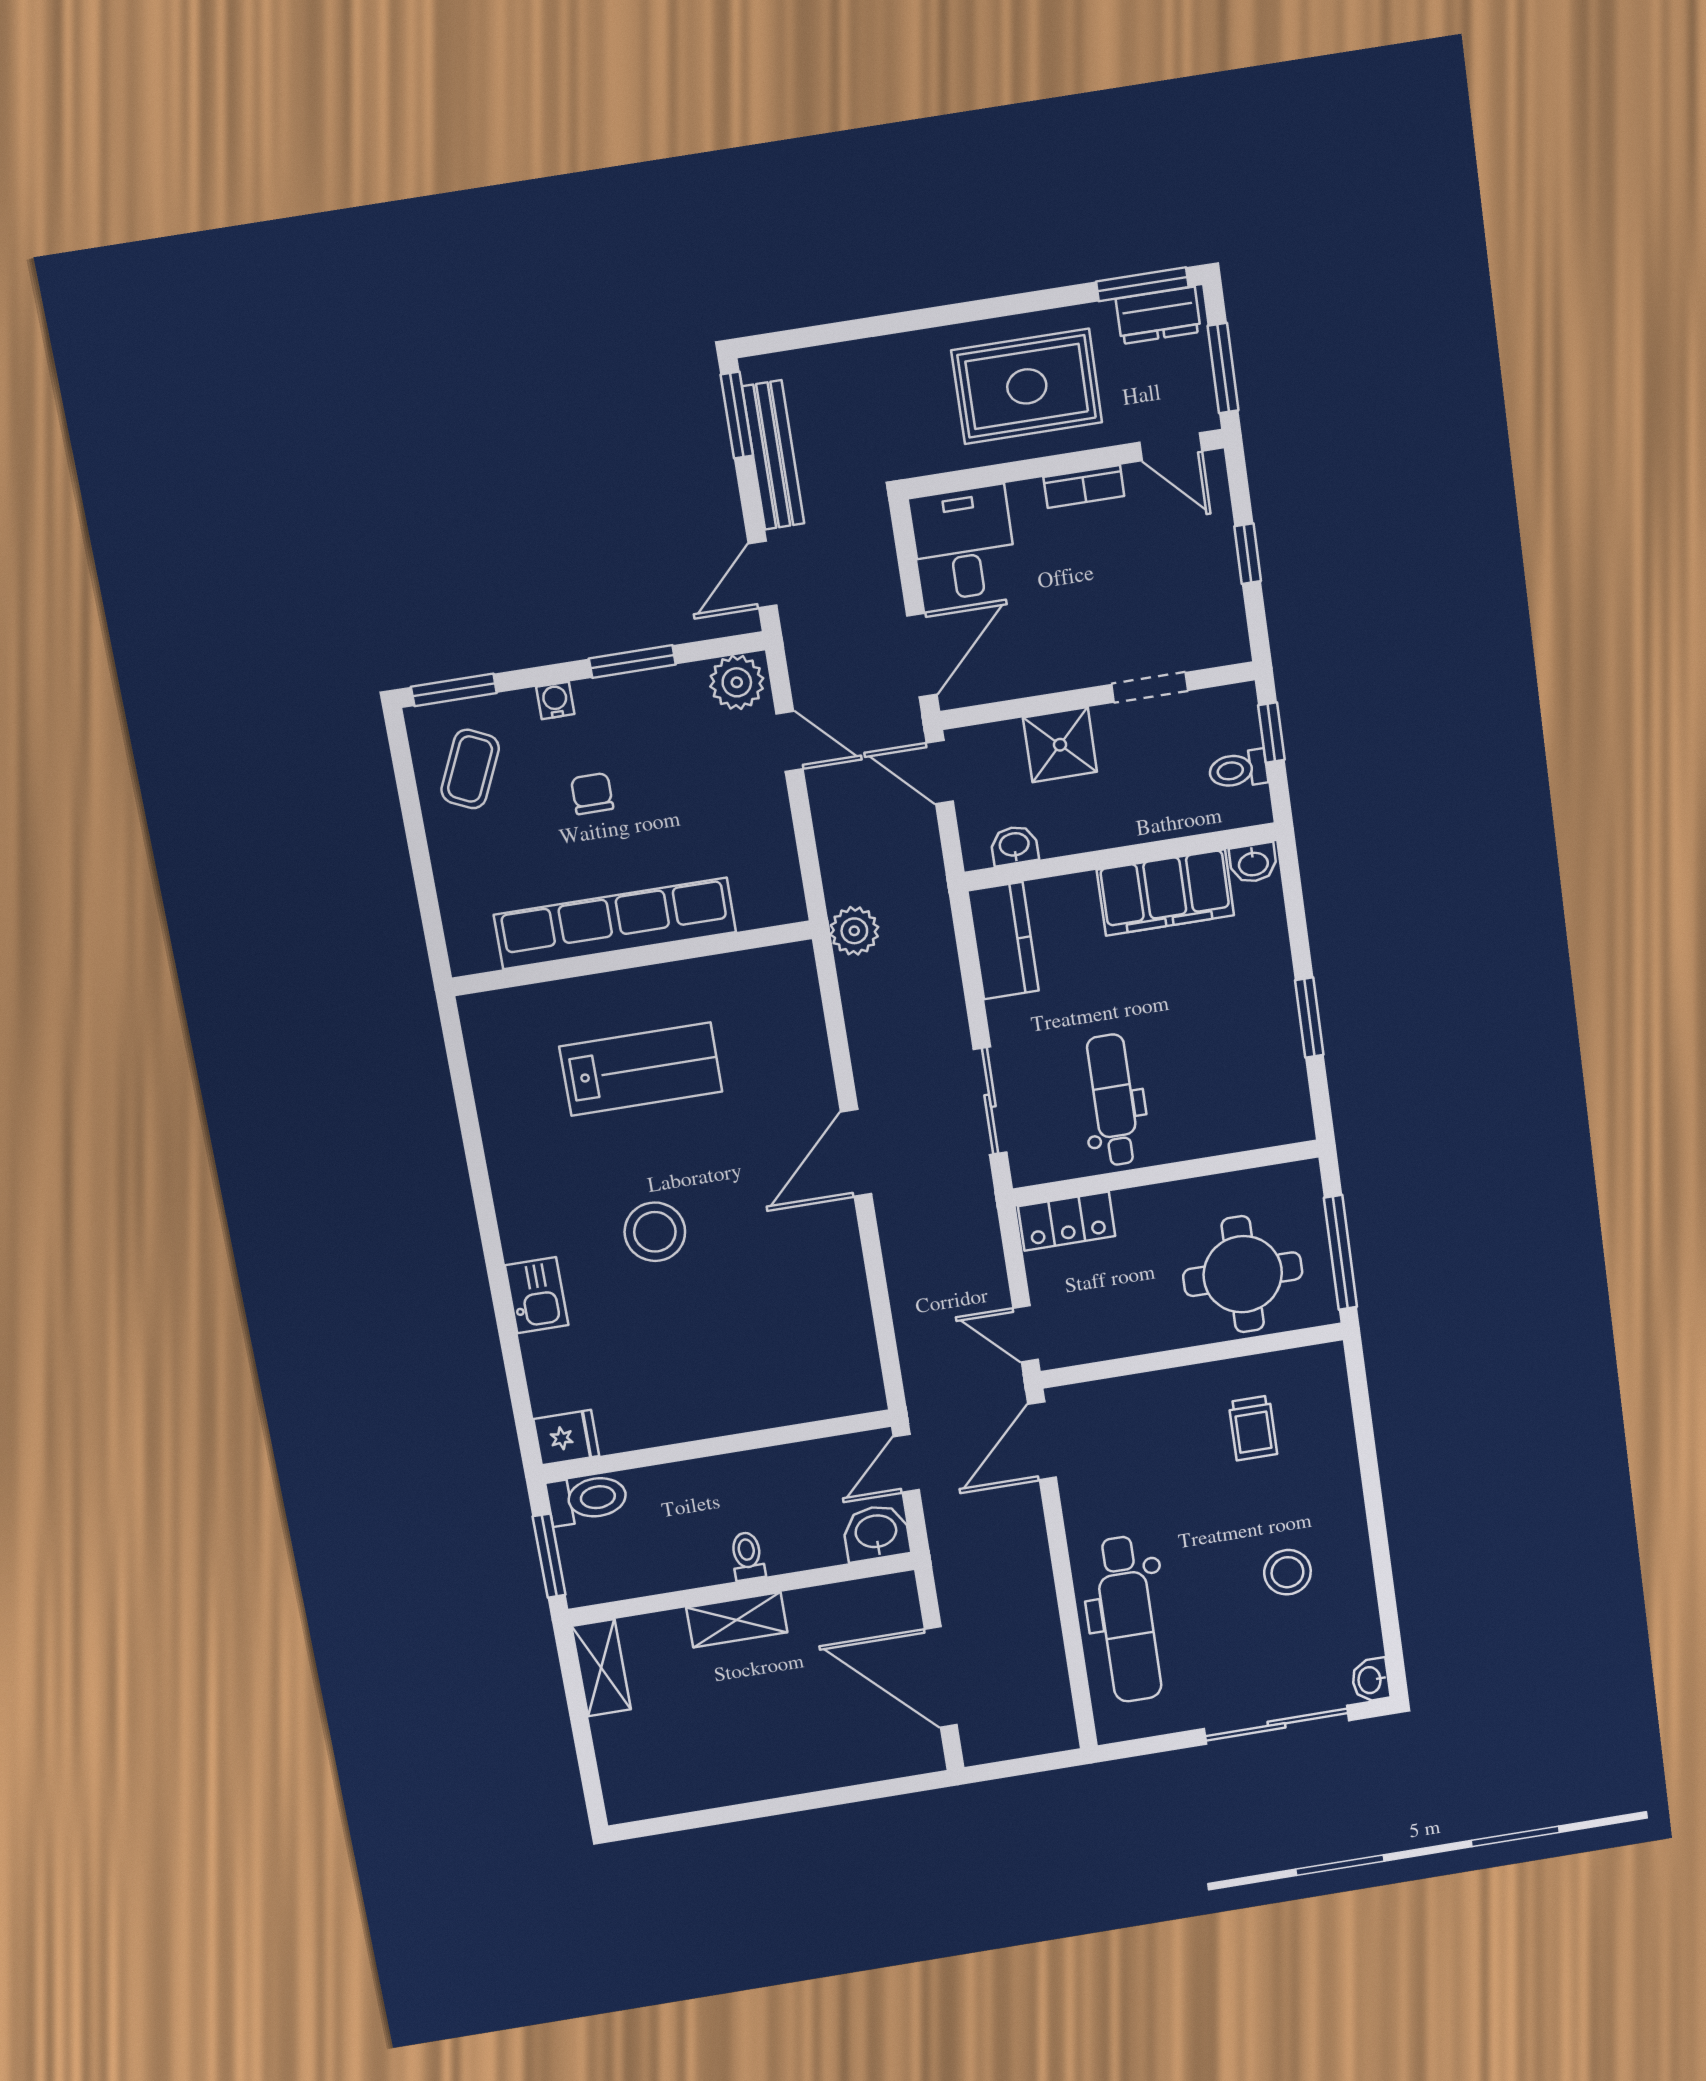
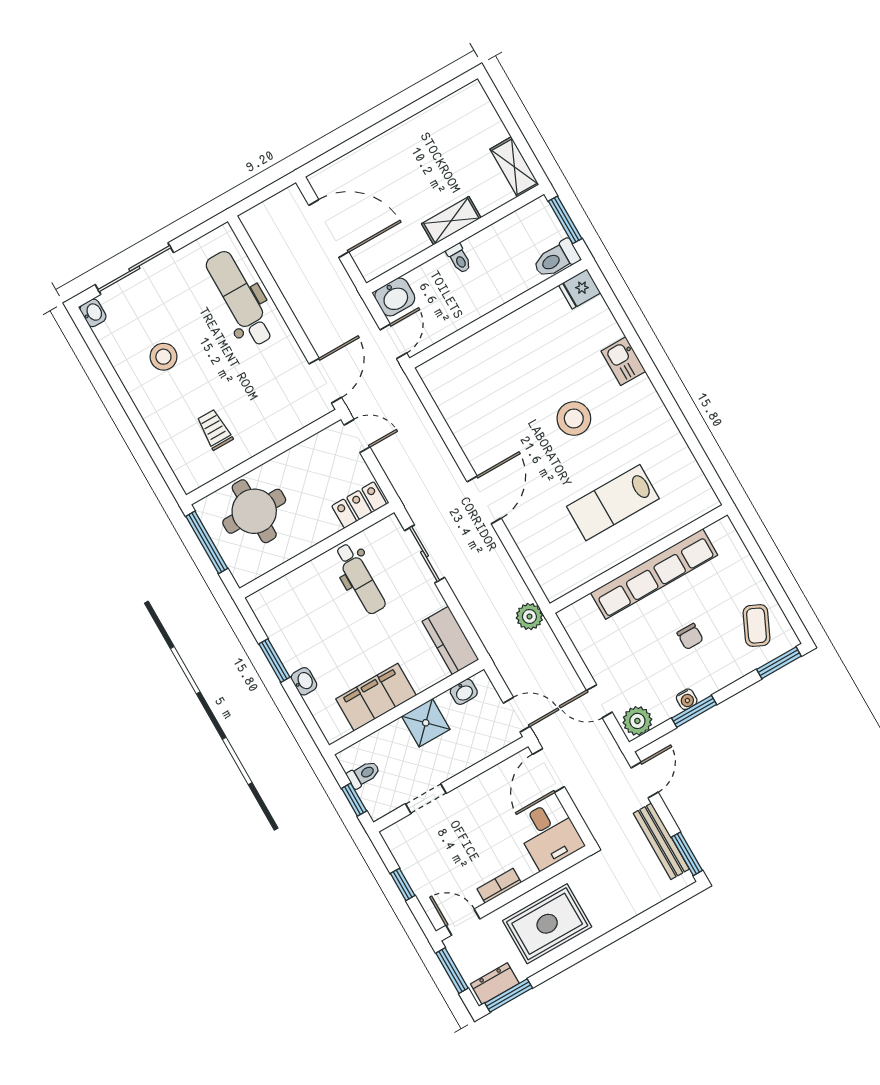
water cooler: (555, 700) -> (687, 699), moved
shower: (1060, 745) -> (426, 723), moved
washbasin: (1253, 863) -> (304, 681), moved, turned 90

